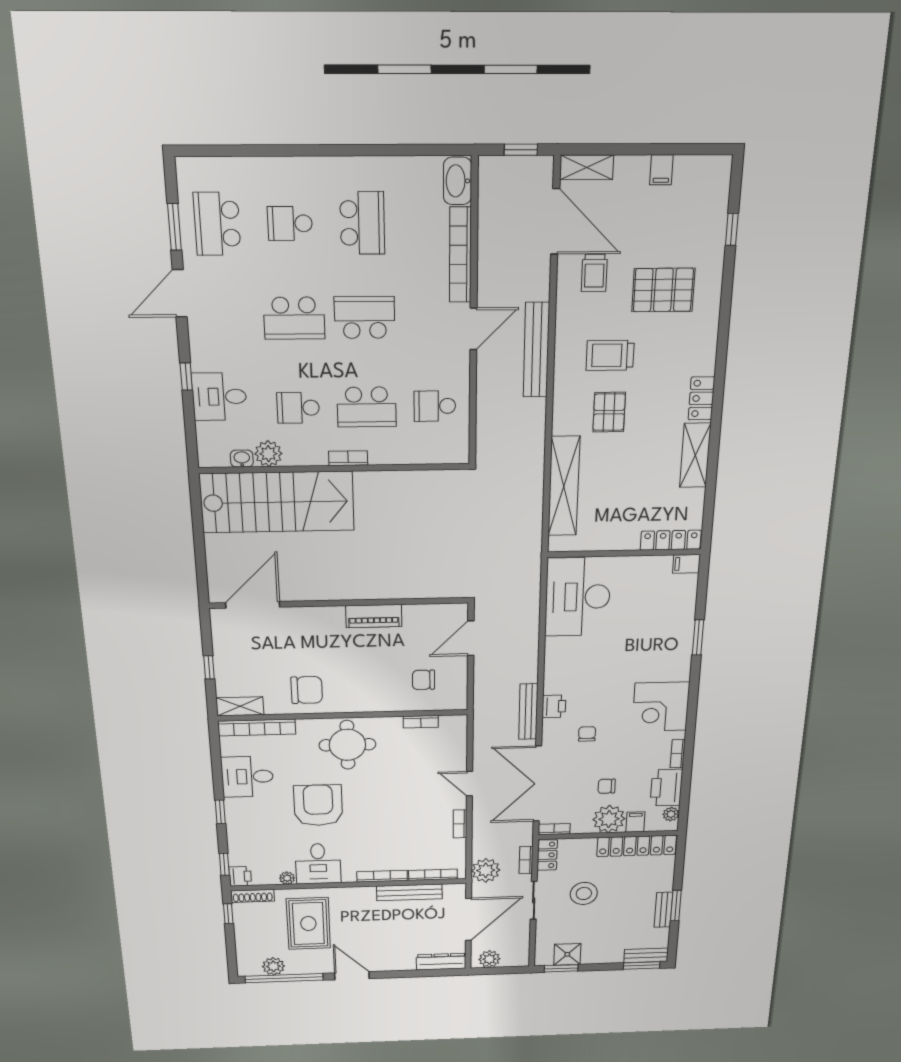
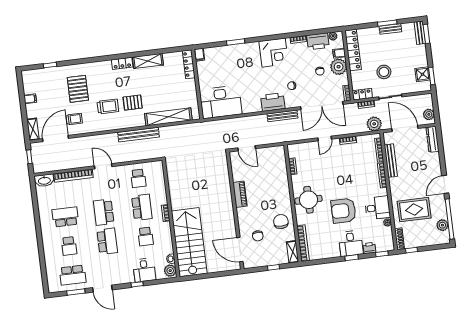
bench: (536, 350) -> (138, 135), moved
trolley: (610, 355) -> (108, 106), turned -90
plant: (268, 454) -> (170, 271), moved
chair: (423, 680) -> (258, 236), moved
printer: (554, 706) -> (273, 102), width x1.87, depth x1.48
desk: (247, 777) -> (351, 243), moved
printer: (240, 876) -> (369, 248), moved

